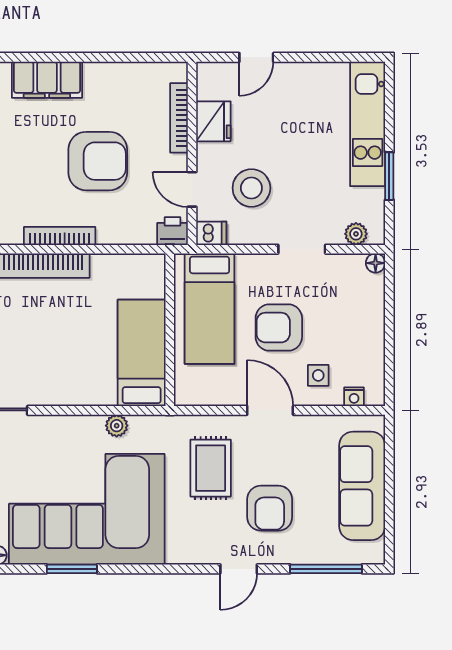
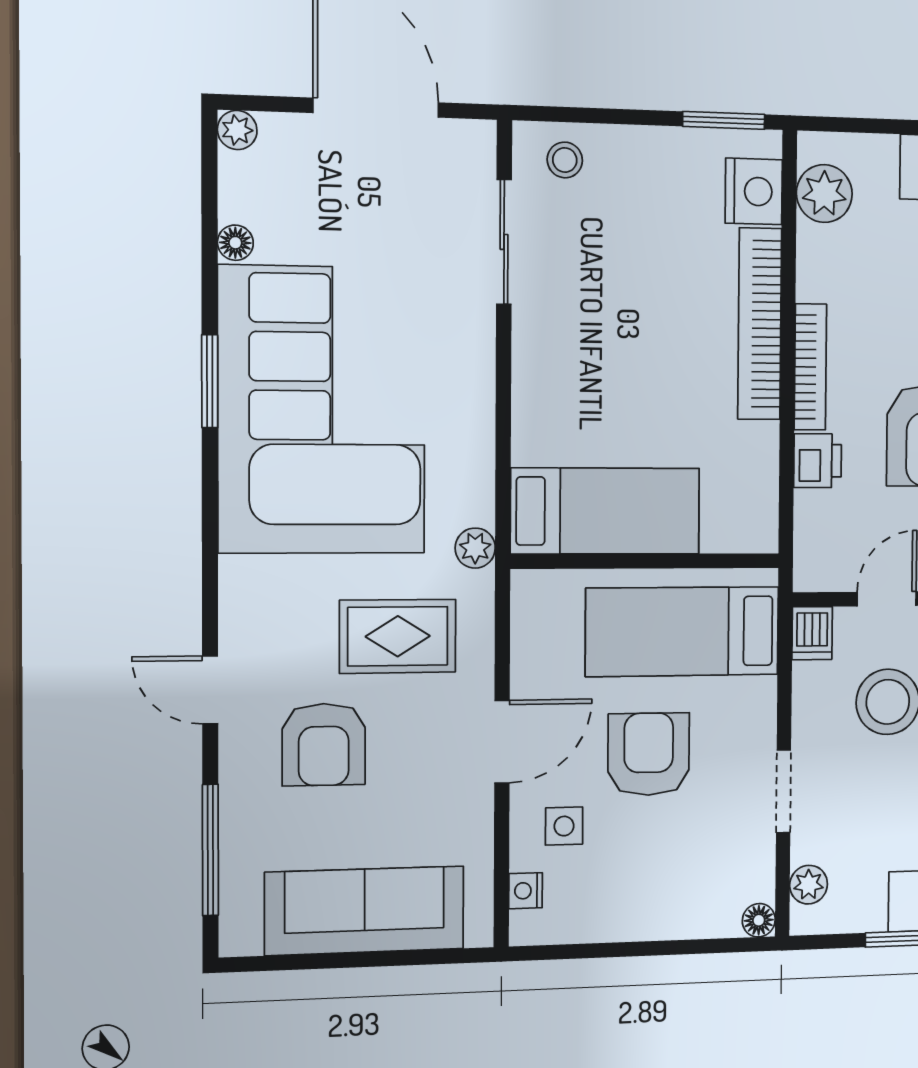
printer: (173, 231) -> (818, 461), moved
plant: (117, 426) -> (475, 548), moved
armchair: (270, 508) -> (324, 745), turned -90

